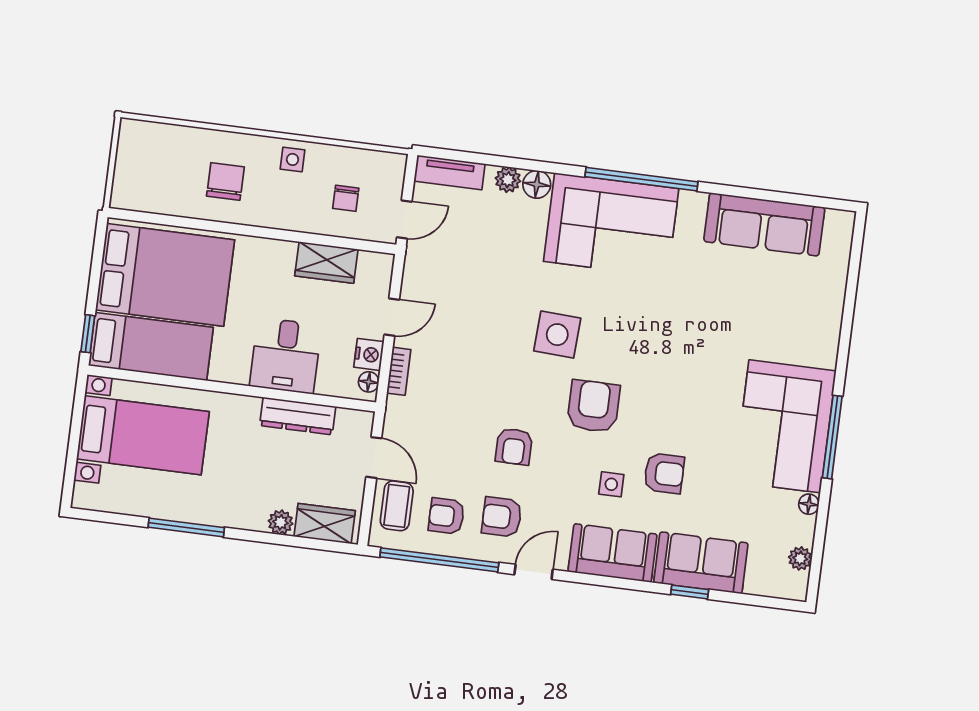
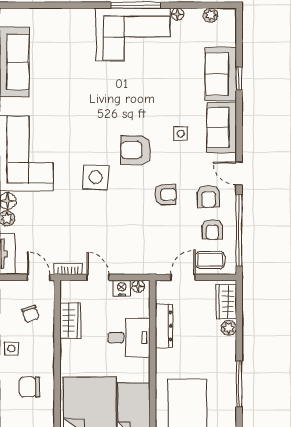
chair: (346, 198) -> (30, 314), turned 73
bookcase: (399, 371) -> (68, 269), moved
armchair: (664, 473) -> (170, 103), removed

